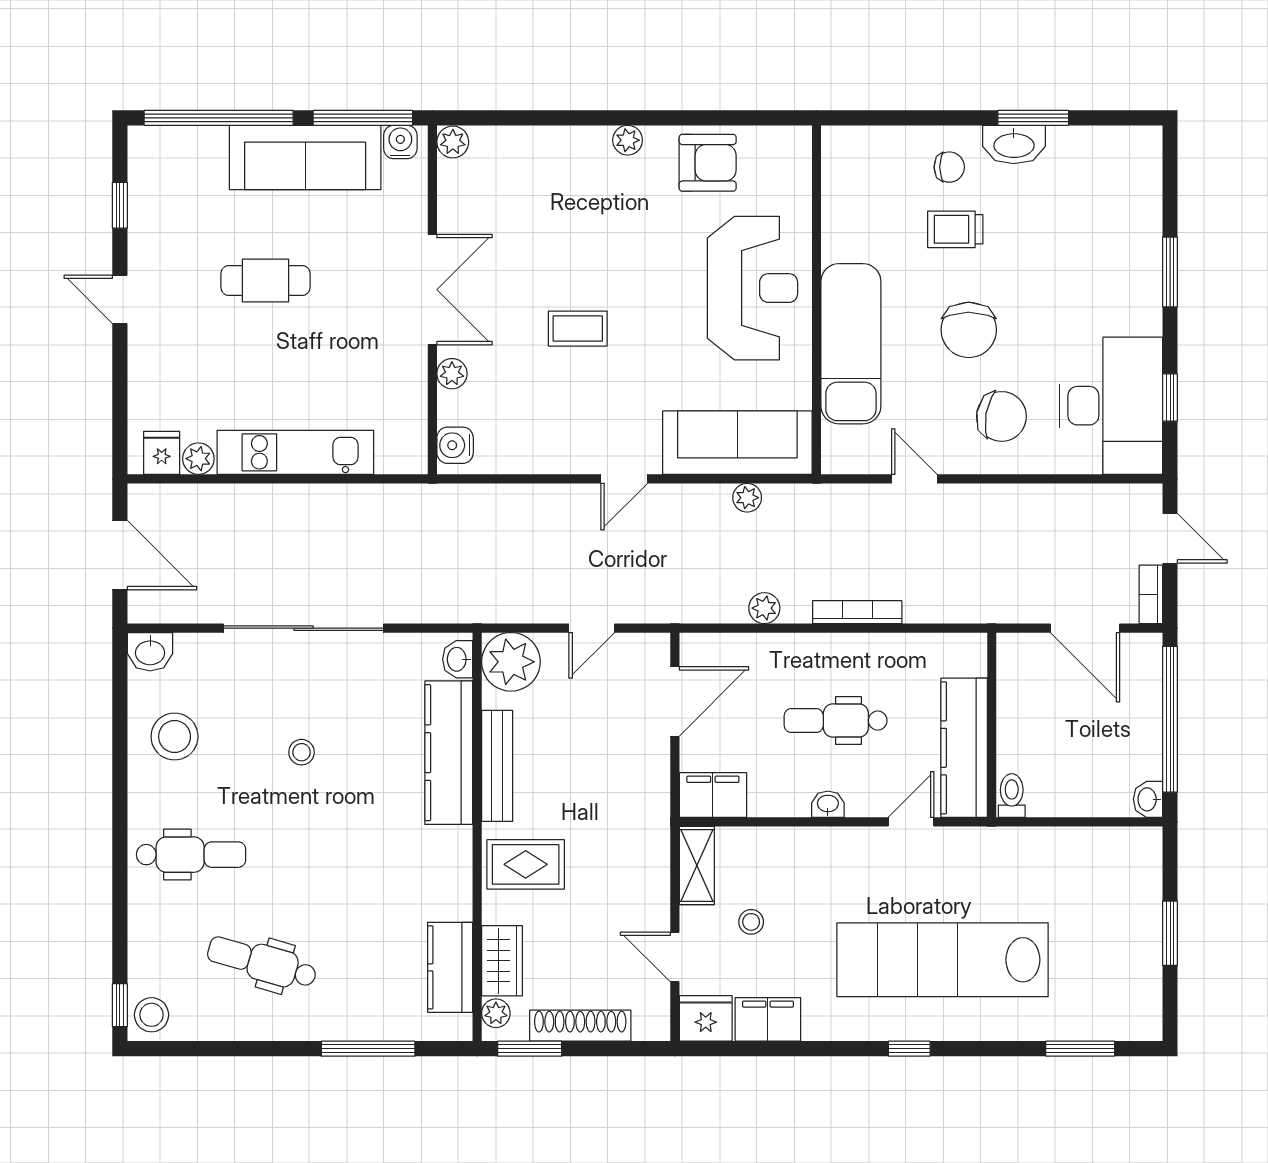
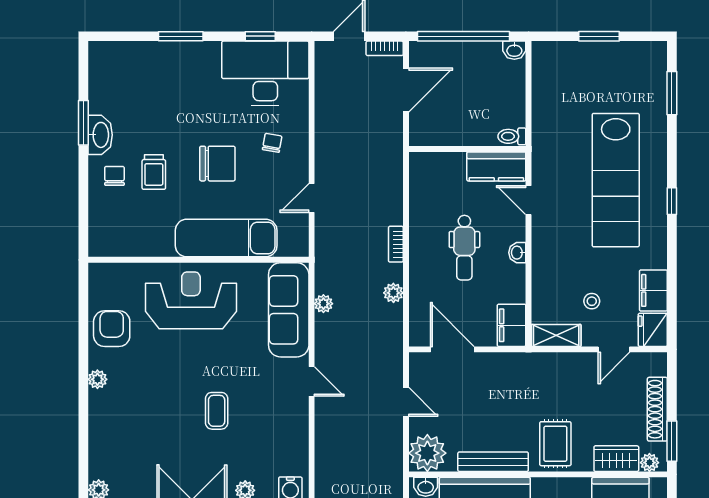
chair: (1001, 416) -> (272, 143), width x0.54, depth x0.54
bookcase: (857, 612) -> (396, 244), width x0.64
kitchen counter: (964, 748) -> (496, 166), width x0.67

